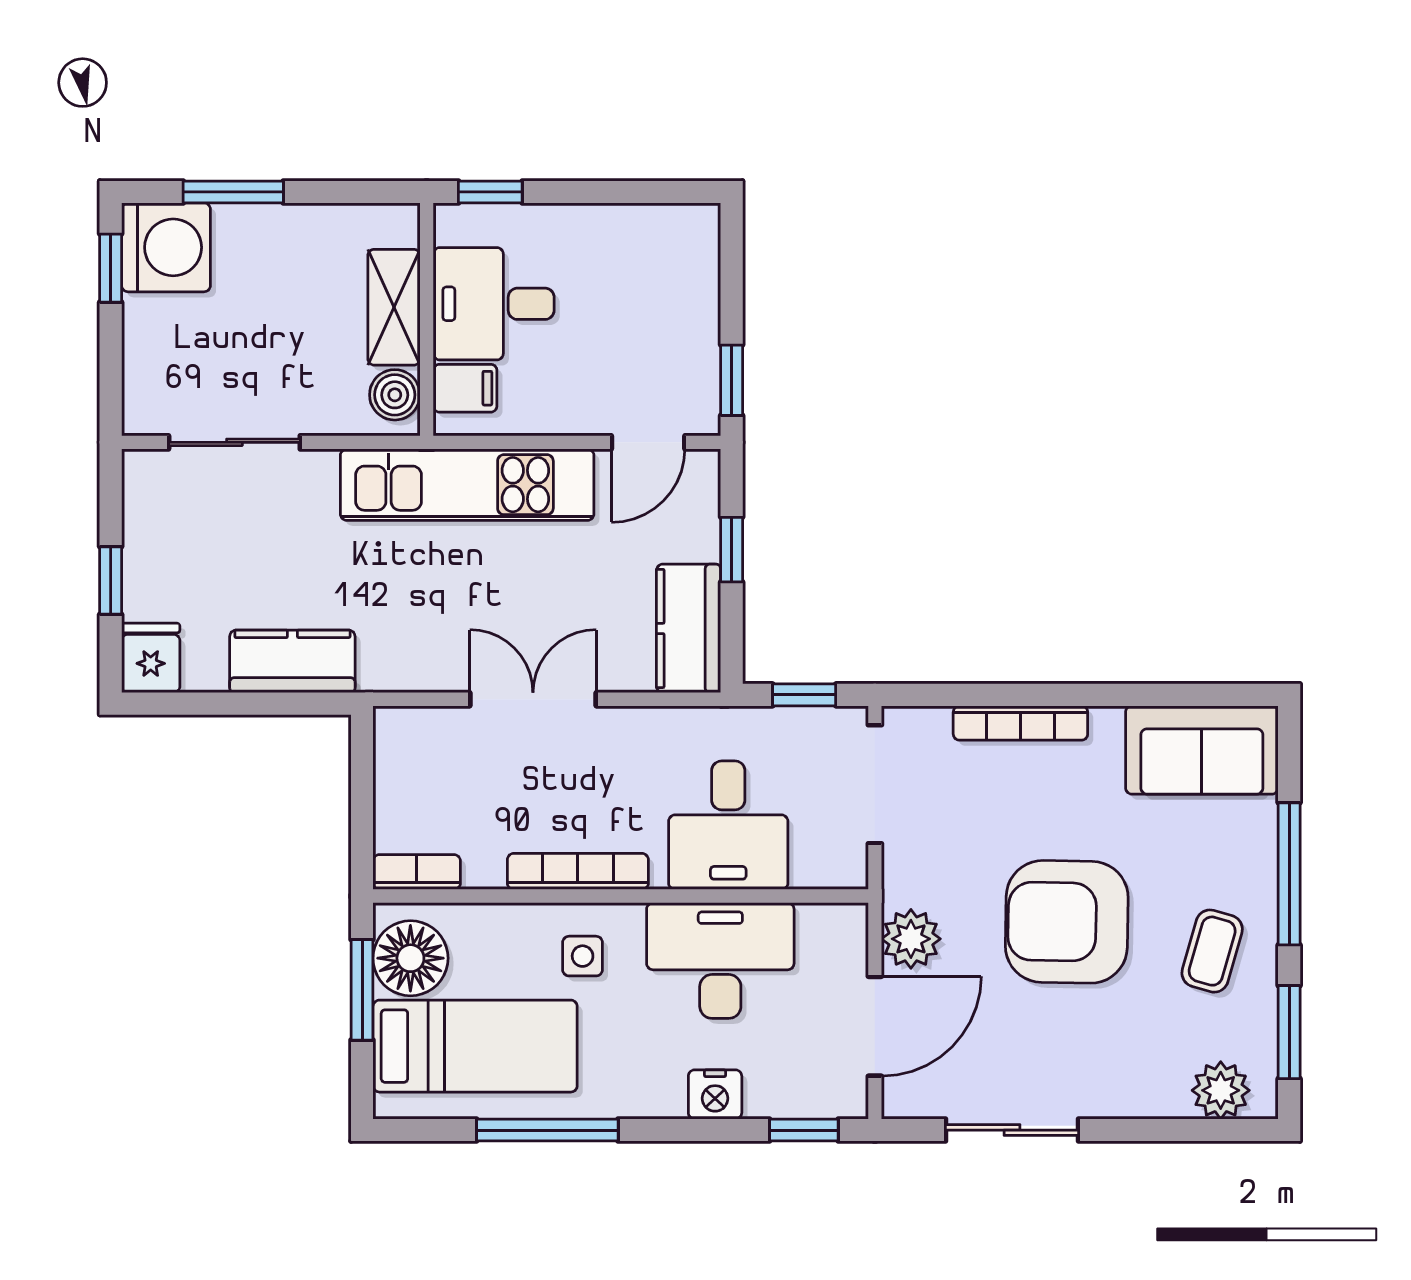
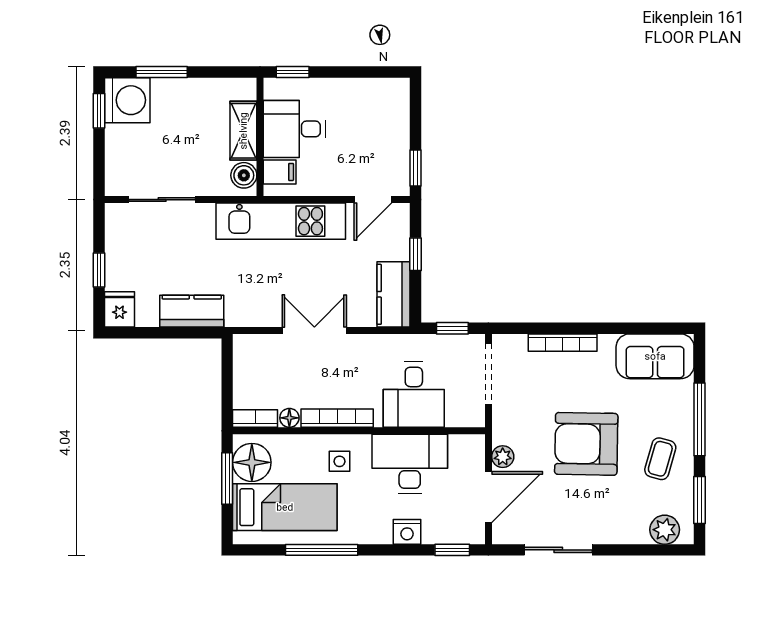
floor lamp: (484, 871) -> (289, 418), added
plant: (911, 939) -> (503, 457), width x0.73, depth x0.73

